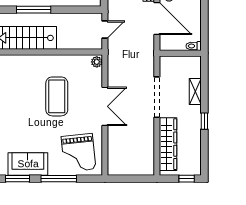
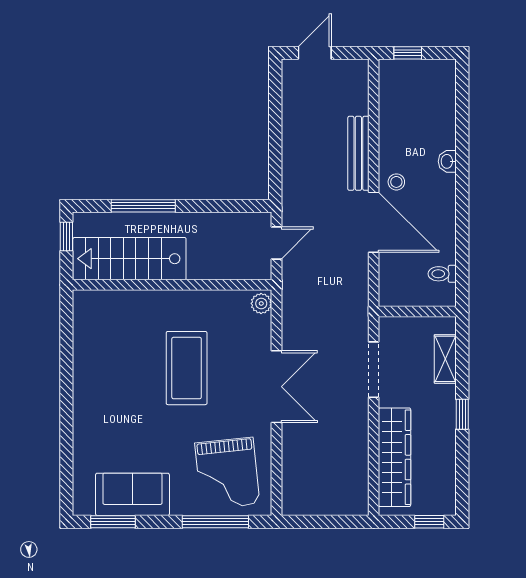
wall: (180, 53) -> (417, 312), moved
doorway: (157, 97) -> (374, 370), width x0.73
window: (59, 179) -> (215, 522), moved

